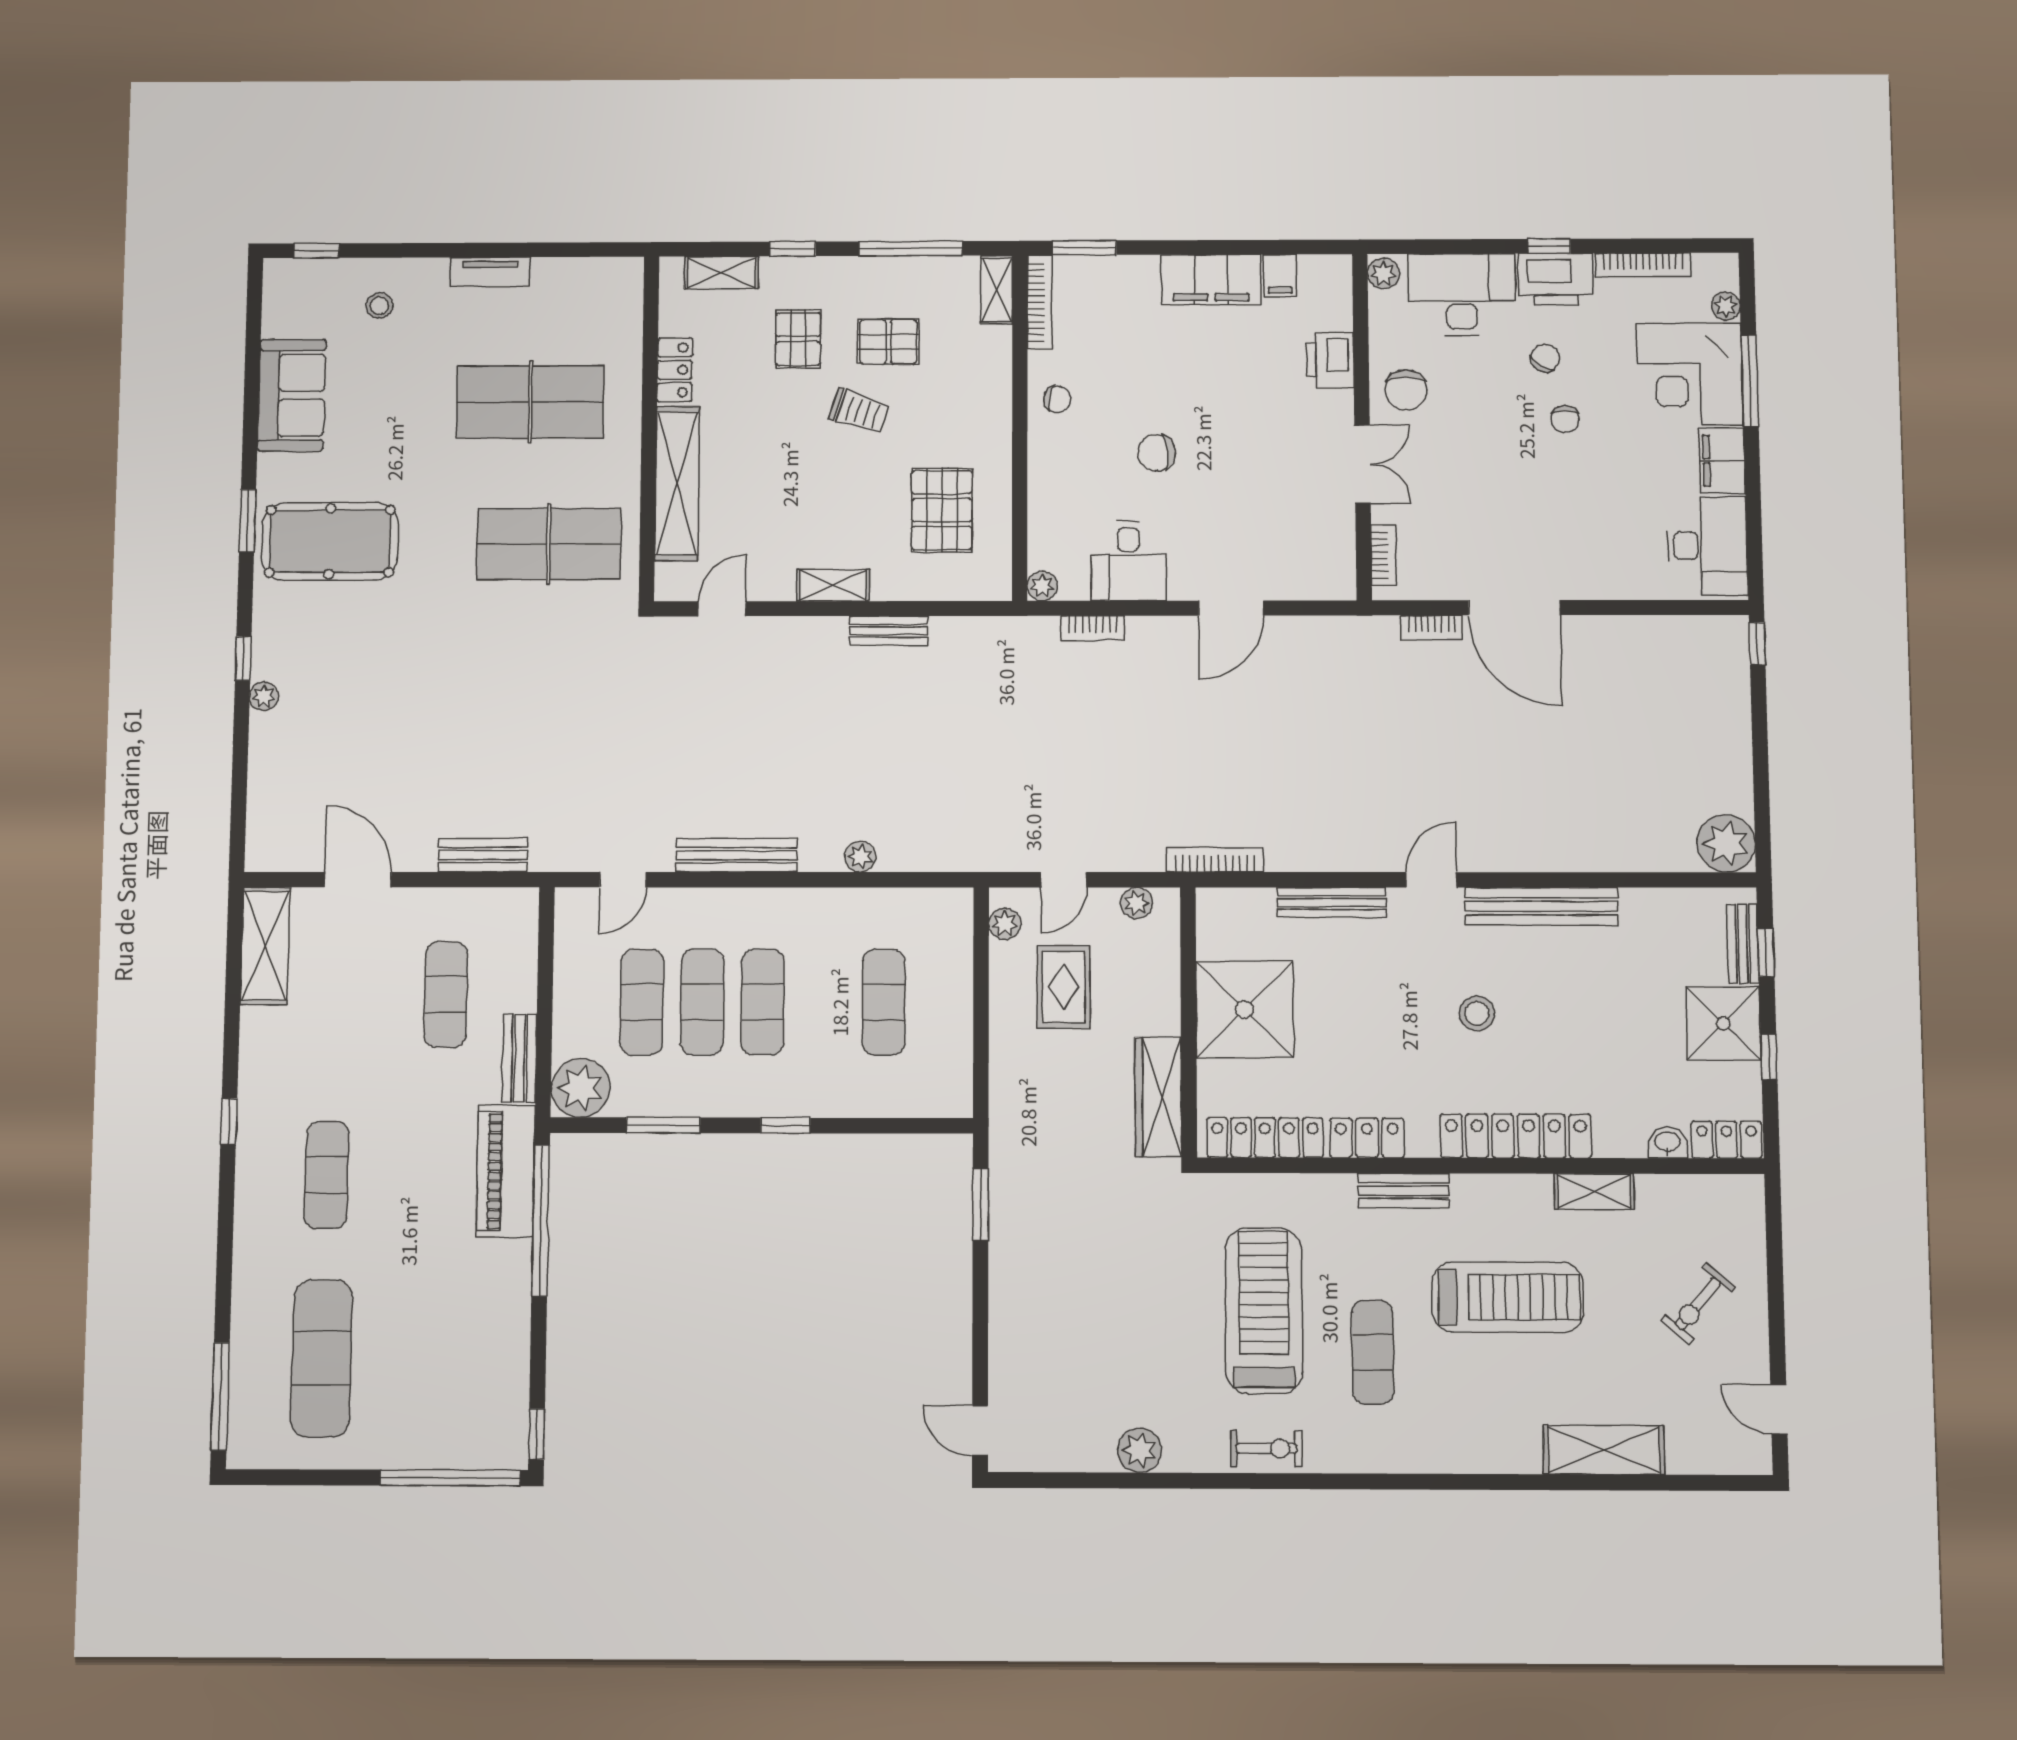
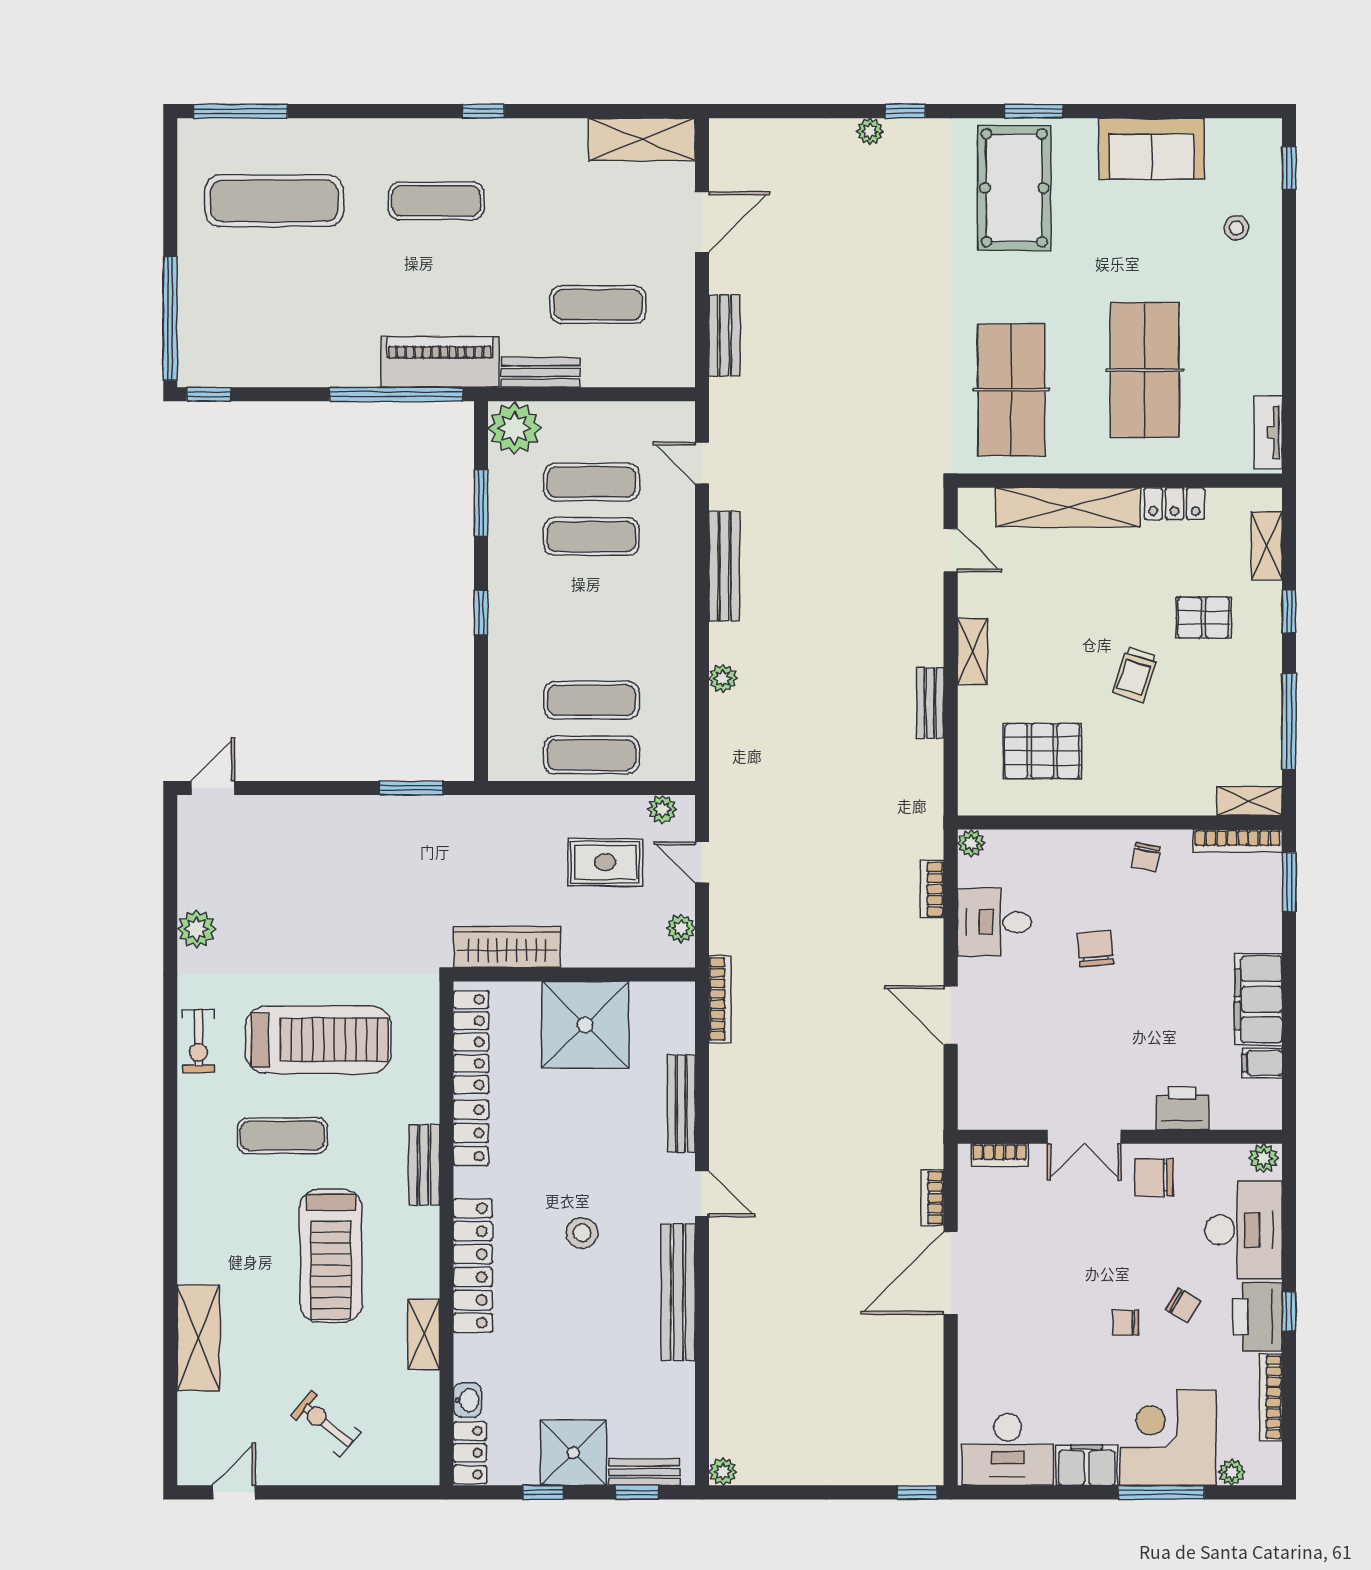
tv unit: (490, 272) -> (1268, 432), moved
pallet: (888, 342) -> (1201, 701), removed
plant: (1726, 843) -> (723, 1472), width x0.53, depth x0.53
exercise mat: (763, 1002) -> (591, 755), moved

